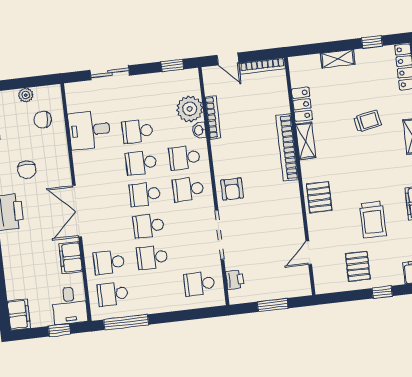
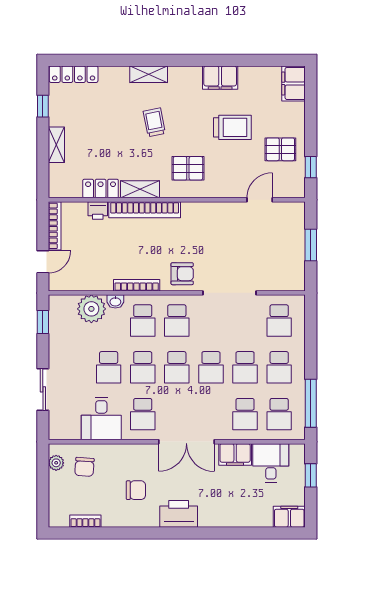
plant: (26, 95) -> (56, 463), moved
bookcase: (213, 117) -> (137, 285), moved
trolley: (368, 121) -> (154, 122), moved
school desk: (98, 168) -> (143, 414), added
pallet: (319, 197) -> (188, 168), moved
door: (309, 253) -> (260, 200), swing flipped
printer: (235, 280) -> (98, 211), moved, turned 180
school desk: (156, 289) -> (279, 367), added
window: (382, 292) -> (311, 167), moved
desk: (70, 305) -> (271, 463), moved, turned -90

